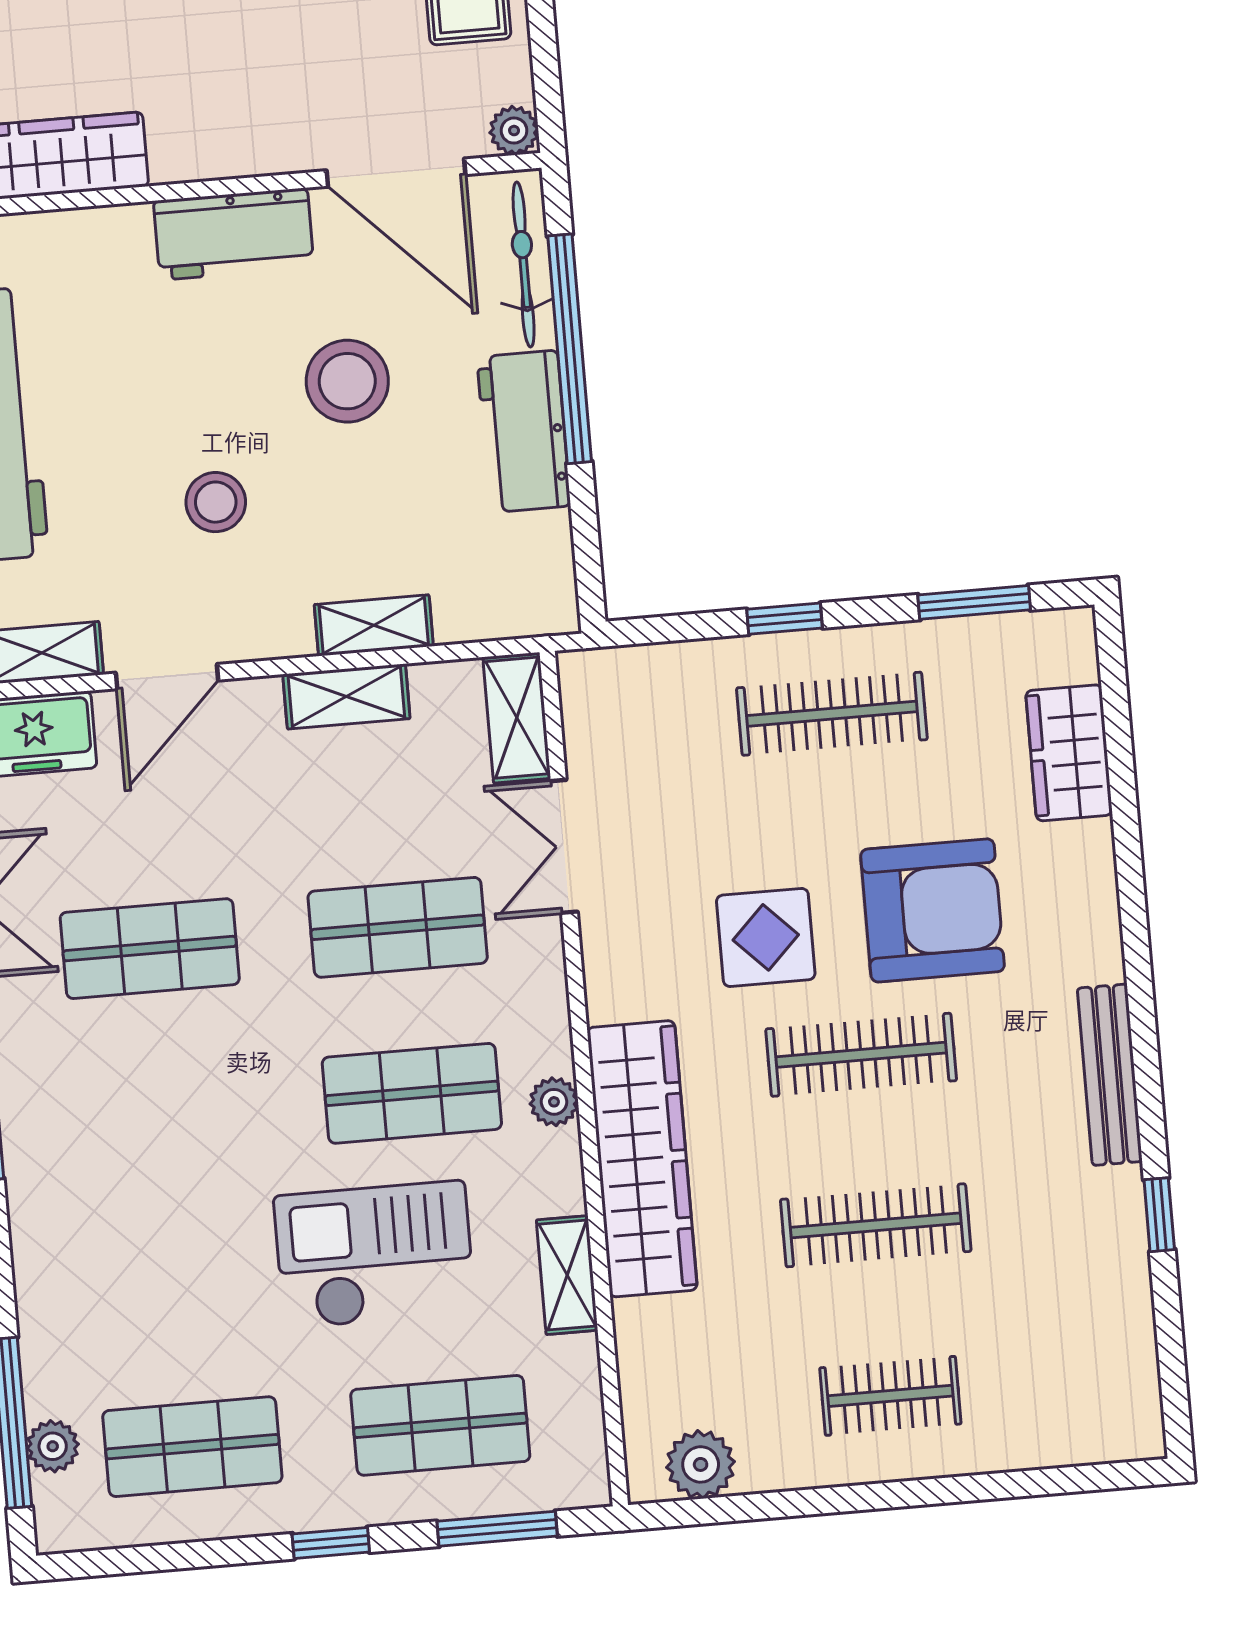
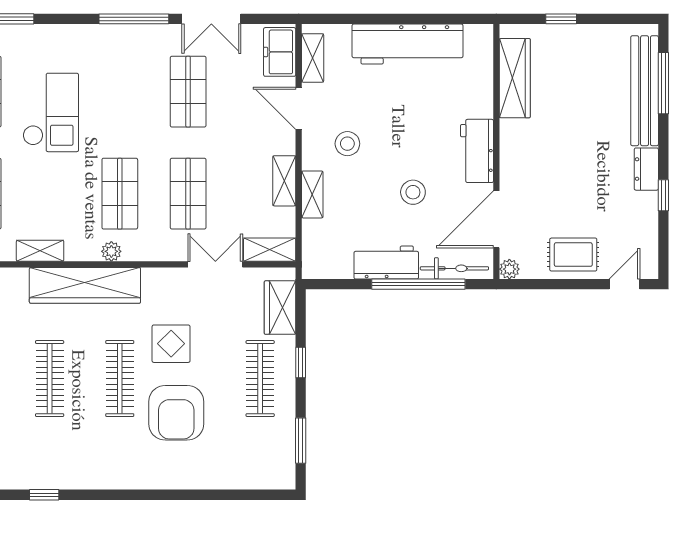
stool: (347, 381) -> (413, 192), width x0.73, depth x0.73
stool: (216, 502) -> (347, 144), moved
wardrobe: (1069, 753) -> (280, 308), moved, turned -90
bench: (1110, 1075) -> (103, 479), removed
checkout: (374, 1255) -> (51, 112), moved

